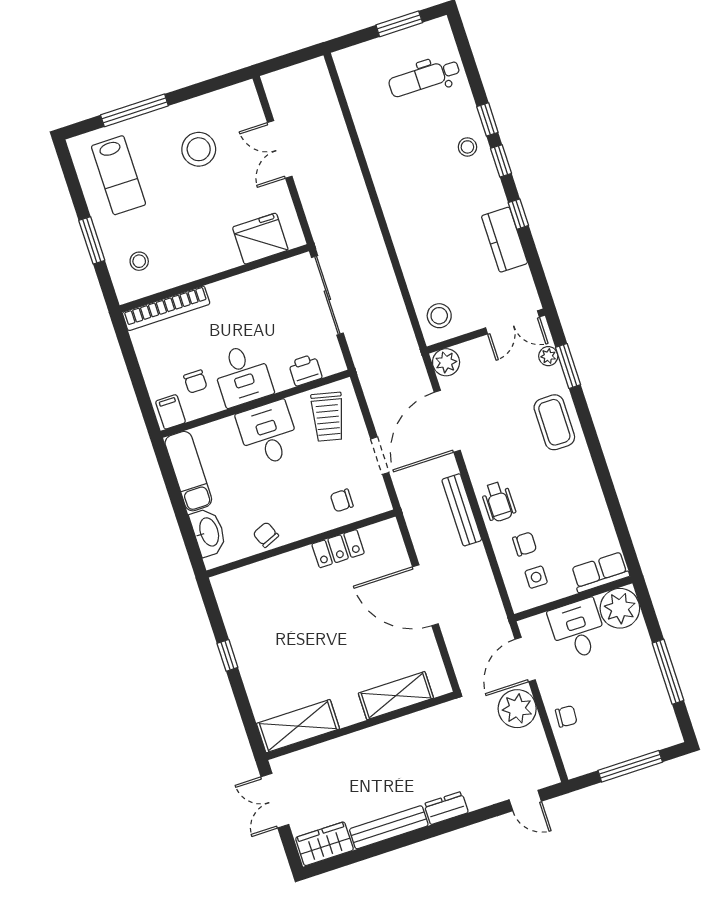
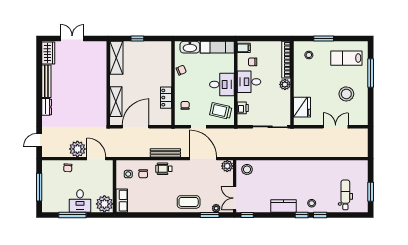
window: (518, 214) -> (247, 215), moved
kitchen counter: (504, 240) -> (283, 206), moved
plant: (222, 293) -> (285, 84), added
desk: (578, 629) -> (80, 201), moved, turned 90
shelving: (396, 696) -> (116, 102), moved
shelving: (298, 726) -> (116, 58), moved
wall: (361, 726) -> (108, 83), moved

